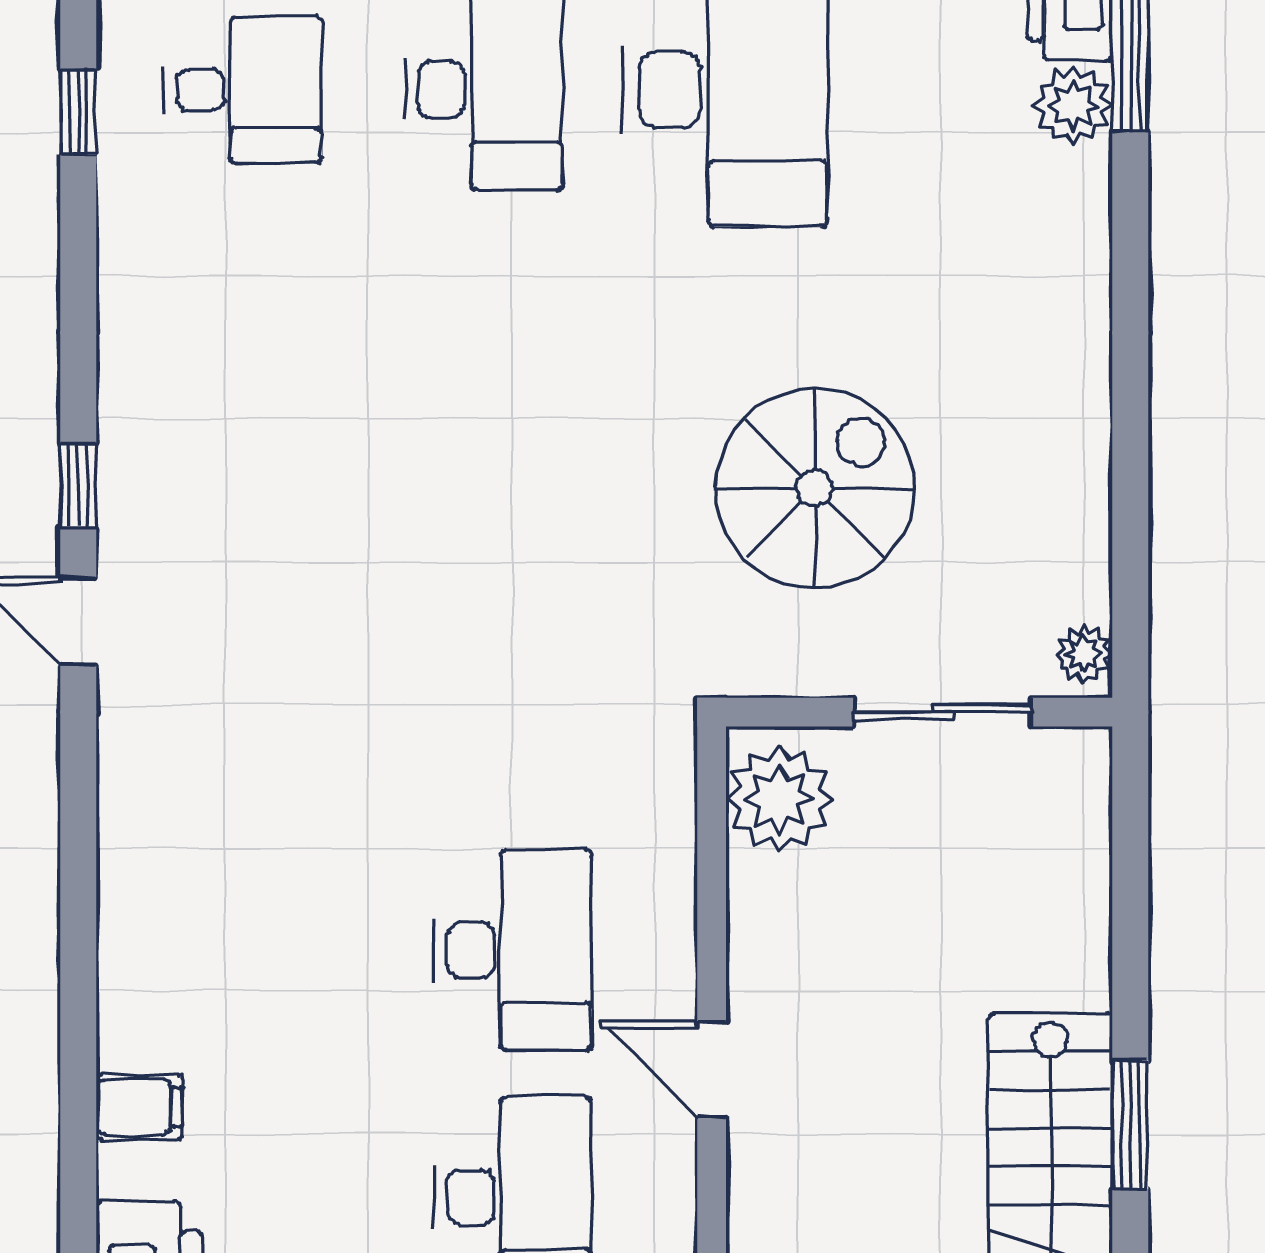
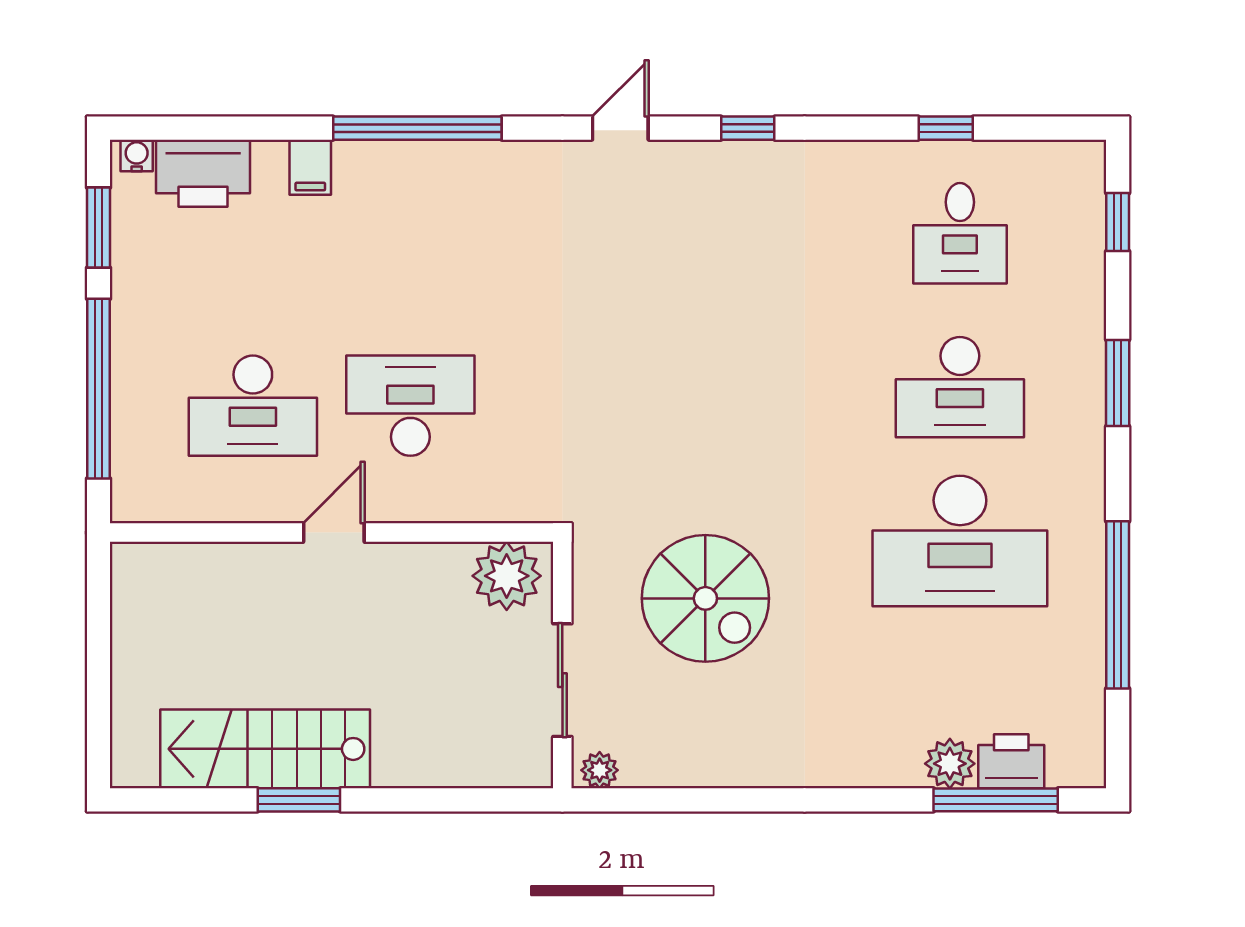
window: (78, 486) -> (748, 128), moved
window: (78, 939) -> (417, 128), added
desk: (513, 950) -> (410, 406), turned 180

